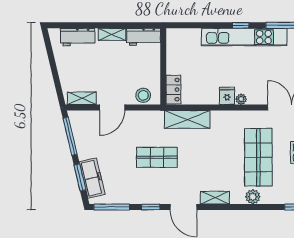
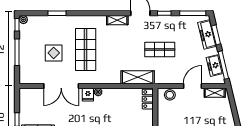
fridge: (227, 96) -> (88, 95), moved
freezer: (82, 136) -> (215, 65), added
plant: (253, 197) -> (90, 21), removed

